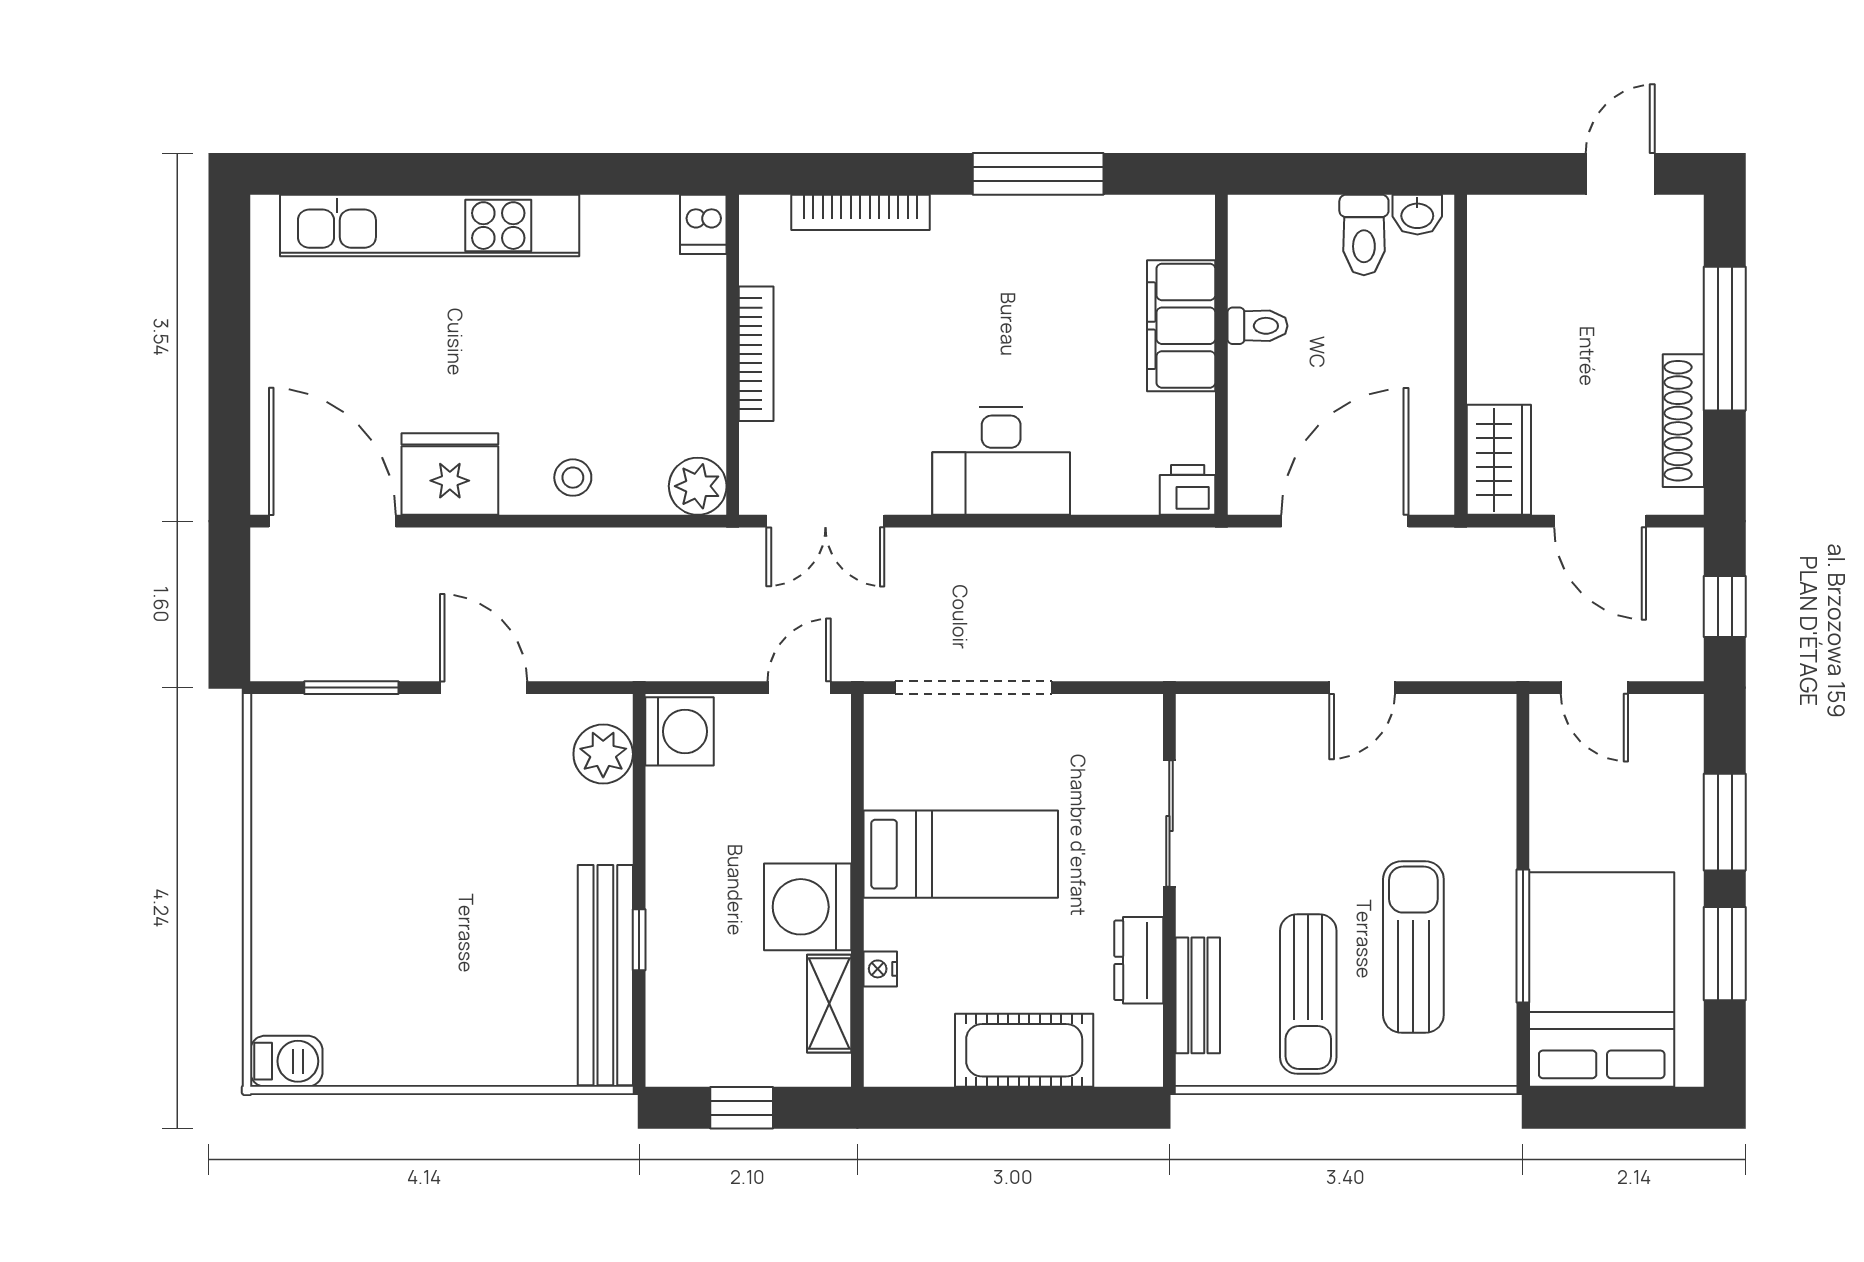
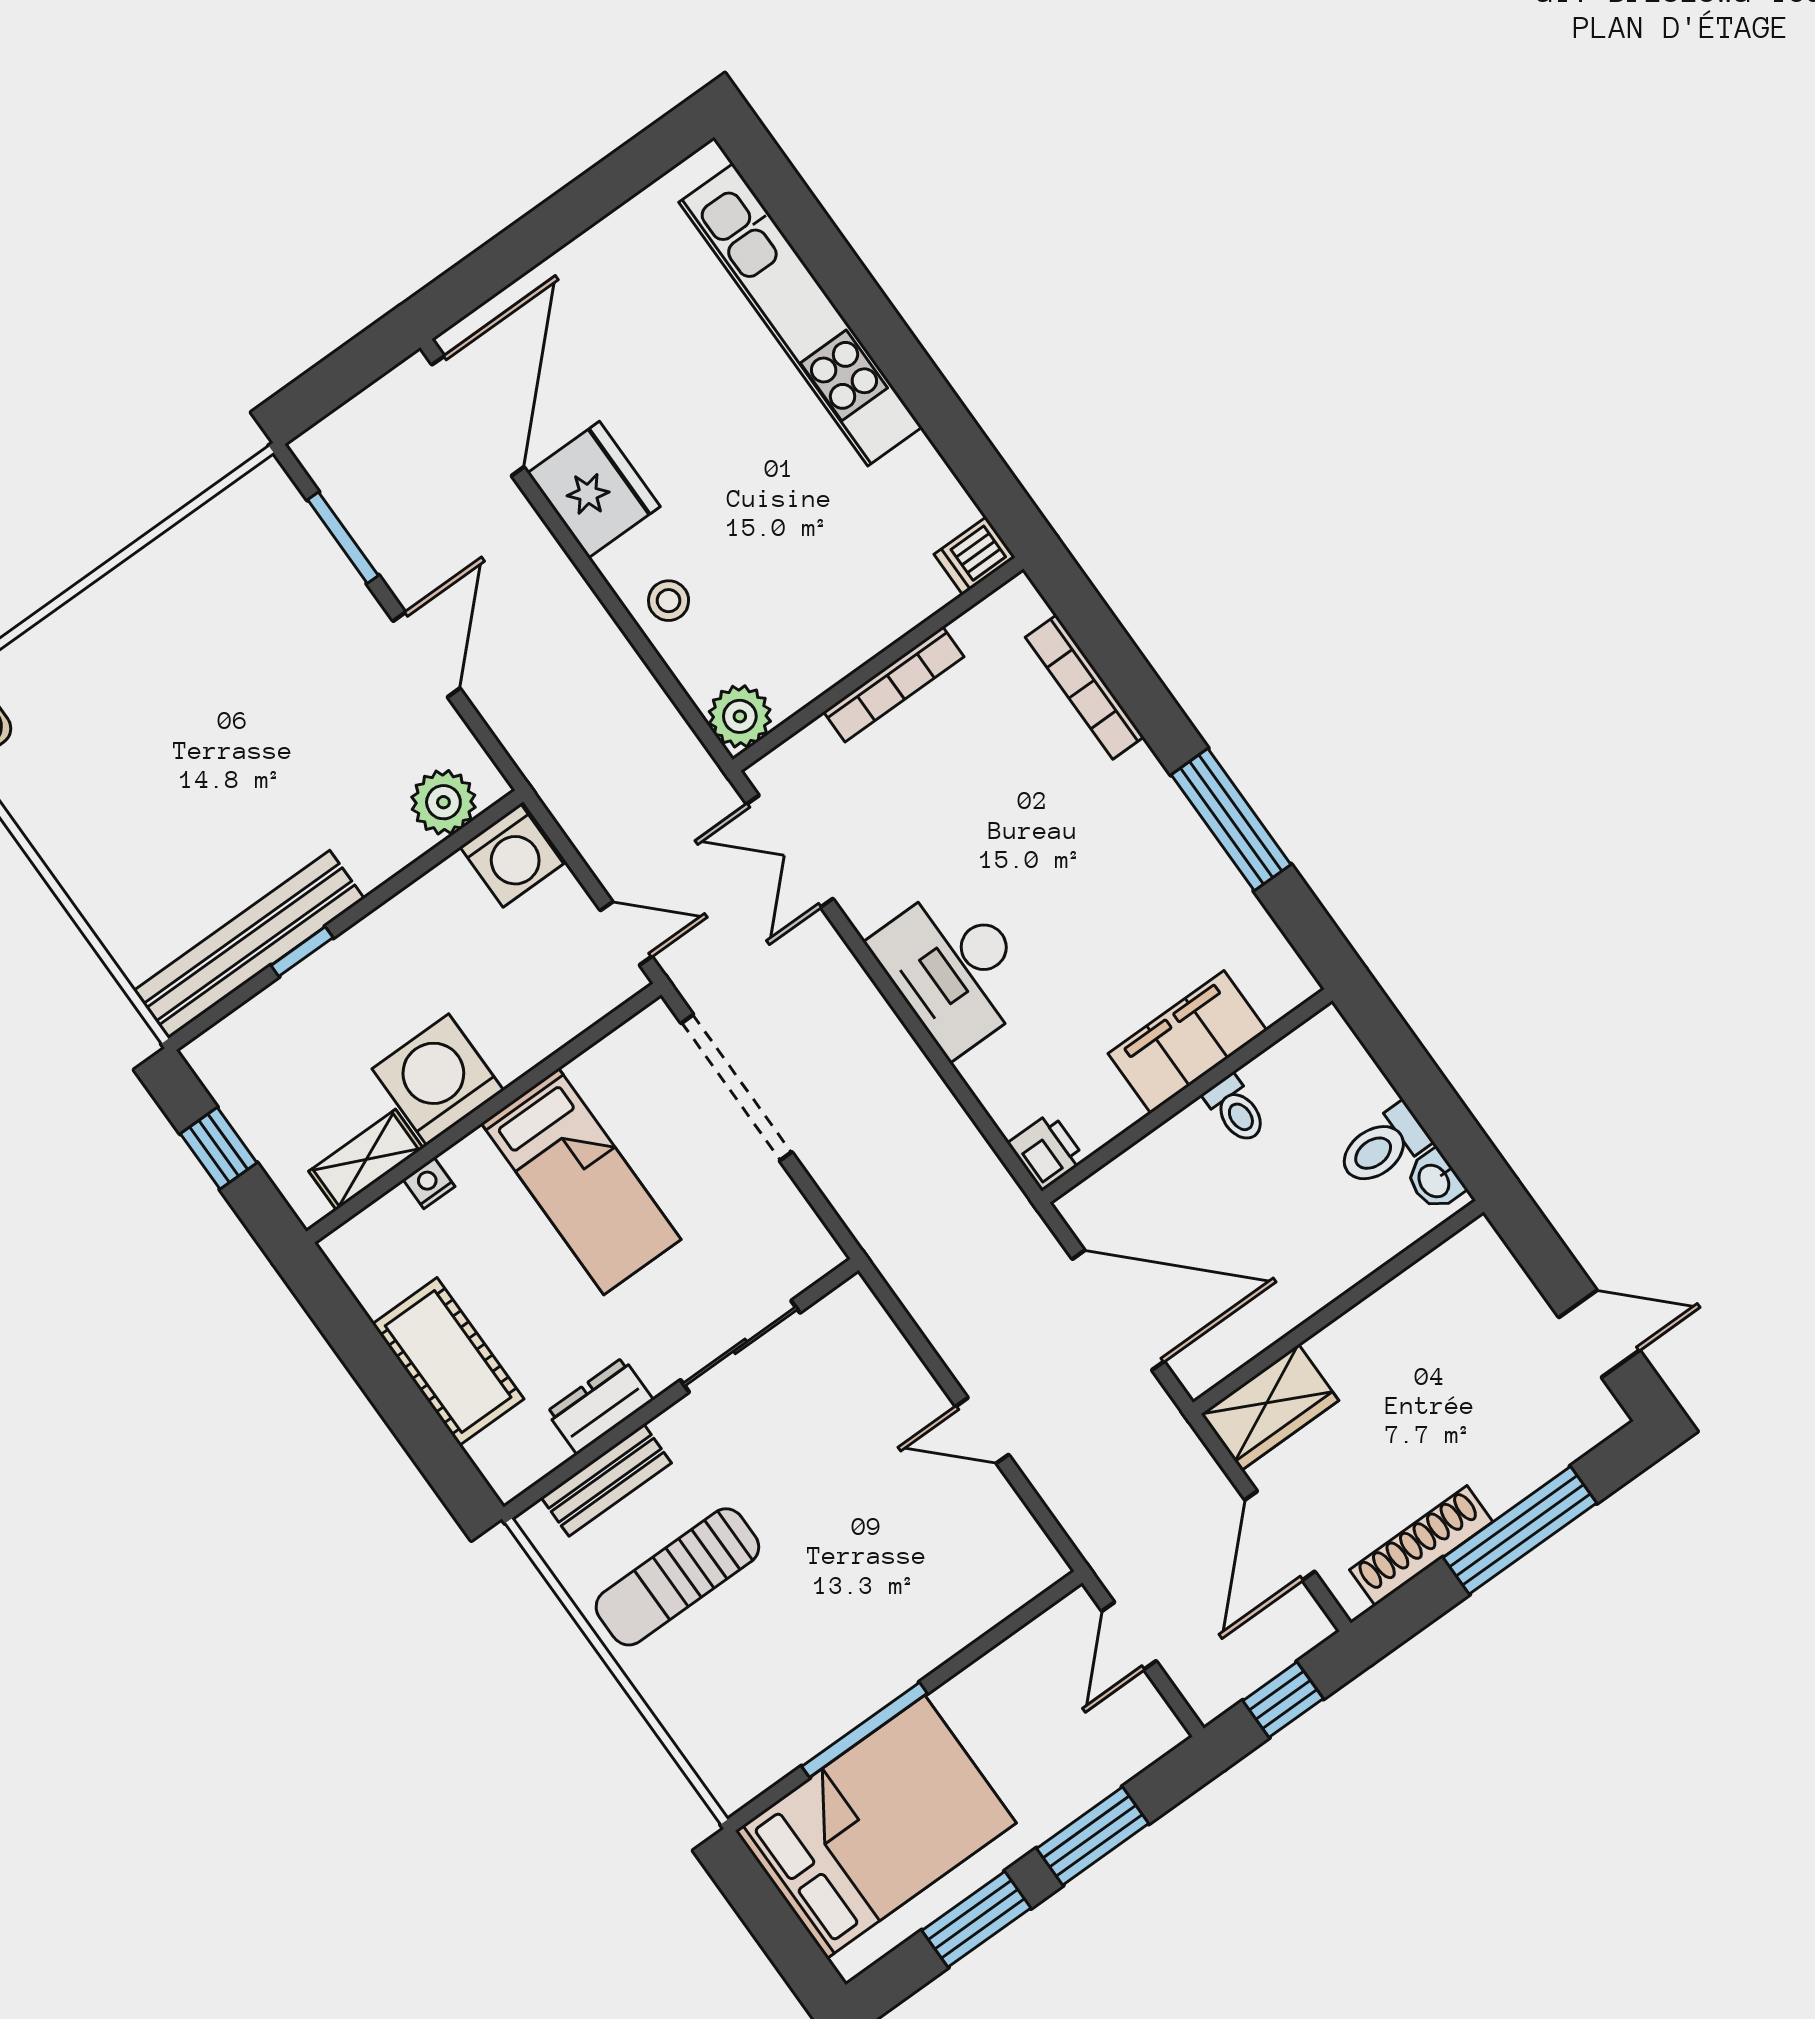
sun lounger: (1413, 947) -> (785, 1640), removed

